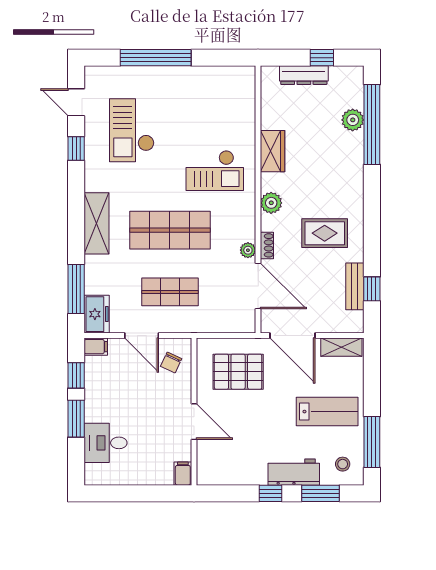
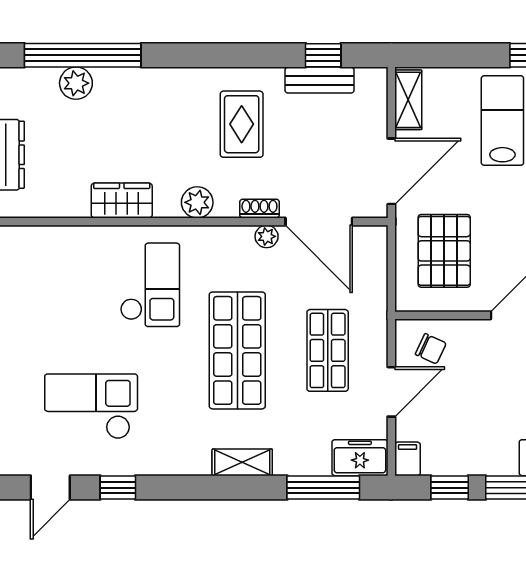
checkout: (132, 130) -> (91, 406), turned 180
shelving: (97, 223) -> (242, 462), width x0.67, depth x0.75
door: (258, 286) -> (319, 222), swing flipped

